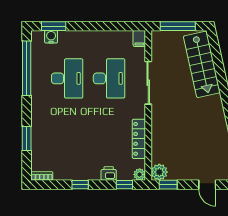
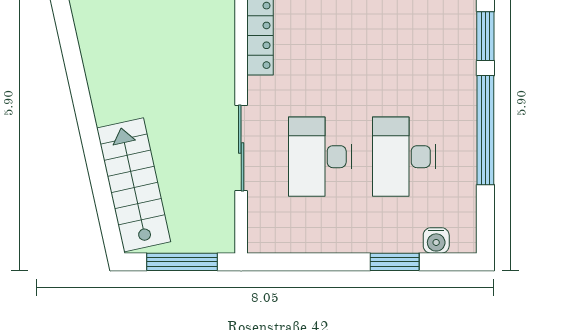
window: (54, 26) -> (395, 262), moved
filing cabinet: (139, 38) -> (259, 237), removed
window: (27, 68) -> (485, 130), moved

